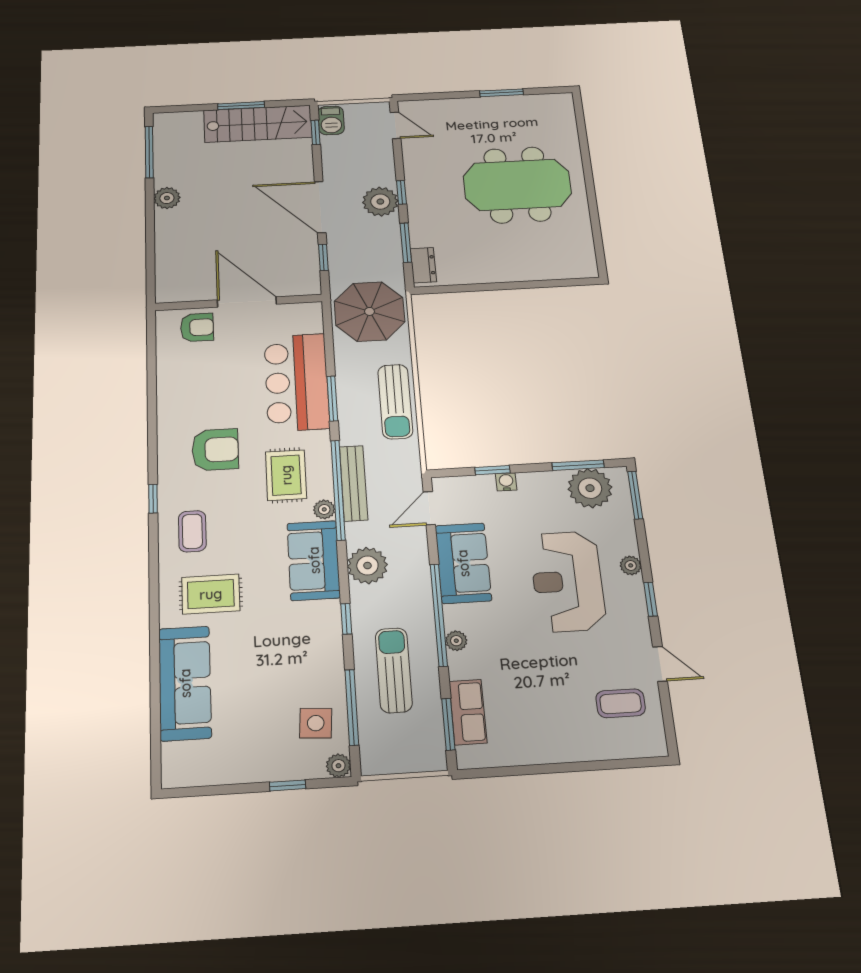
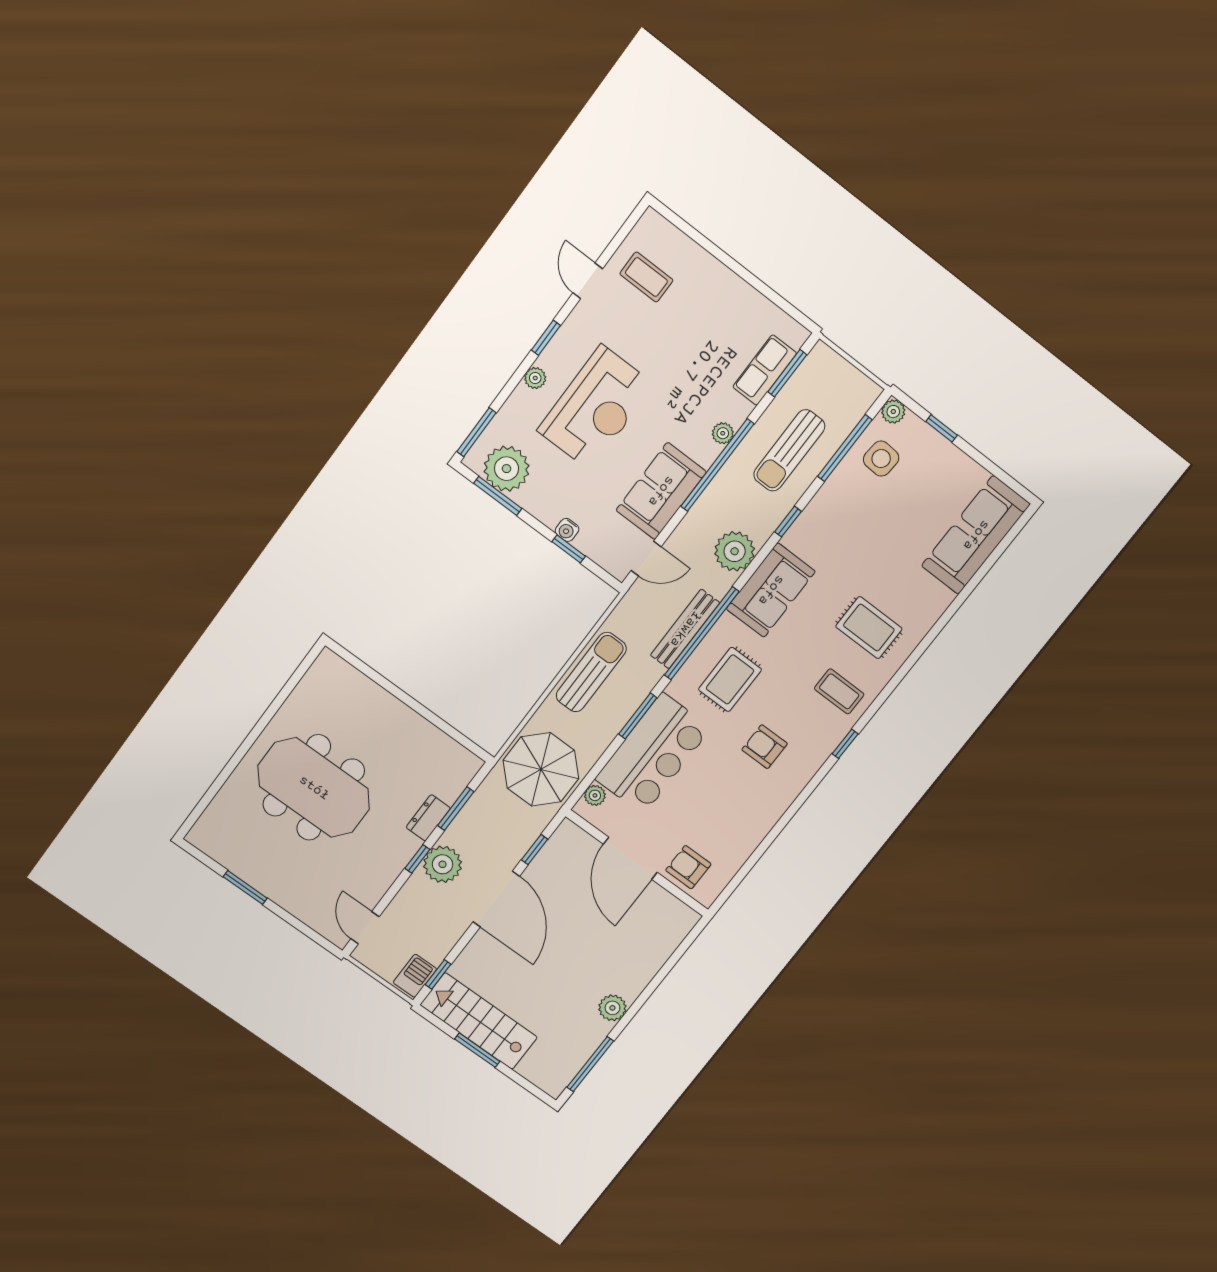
dresser: (423, 265) -> (428, 818), moved
armchair: (215, 450) -> (765, 747), width x0.72, depth x0.72
plant: (324, 509) -> (595, 795), moved
coffee table: (192, 531) -> (839, 691), turned 90
sofa: (185, 683) -> (976, 535), moved

